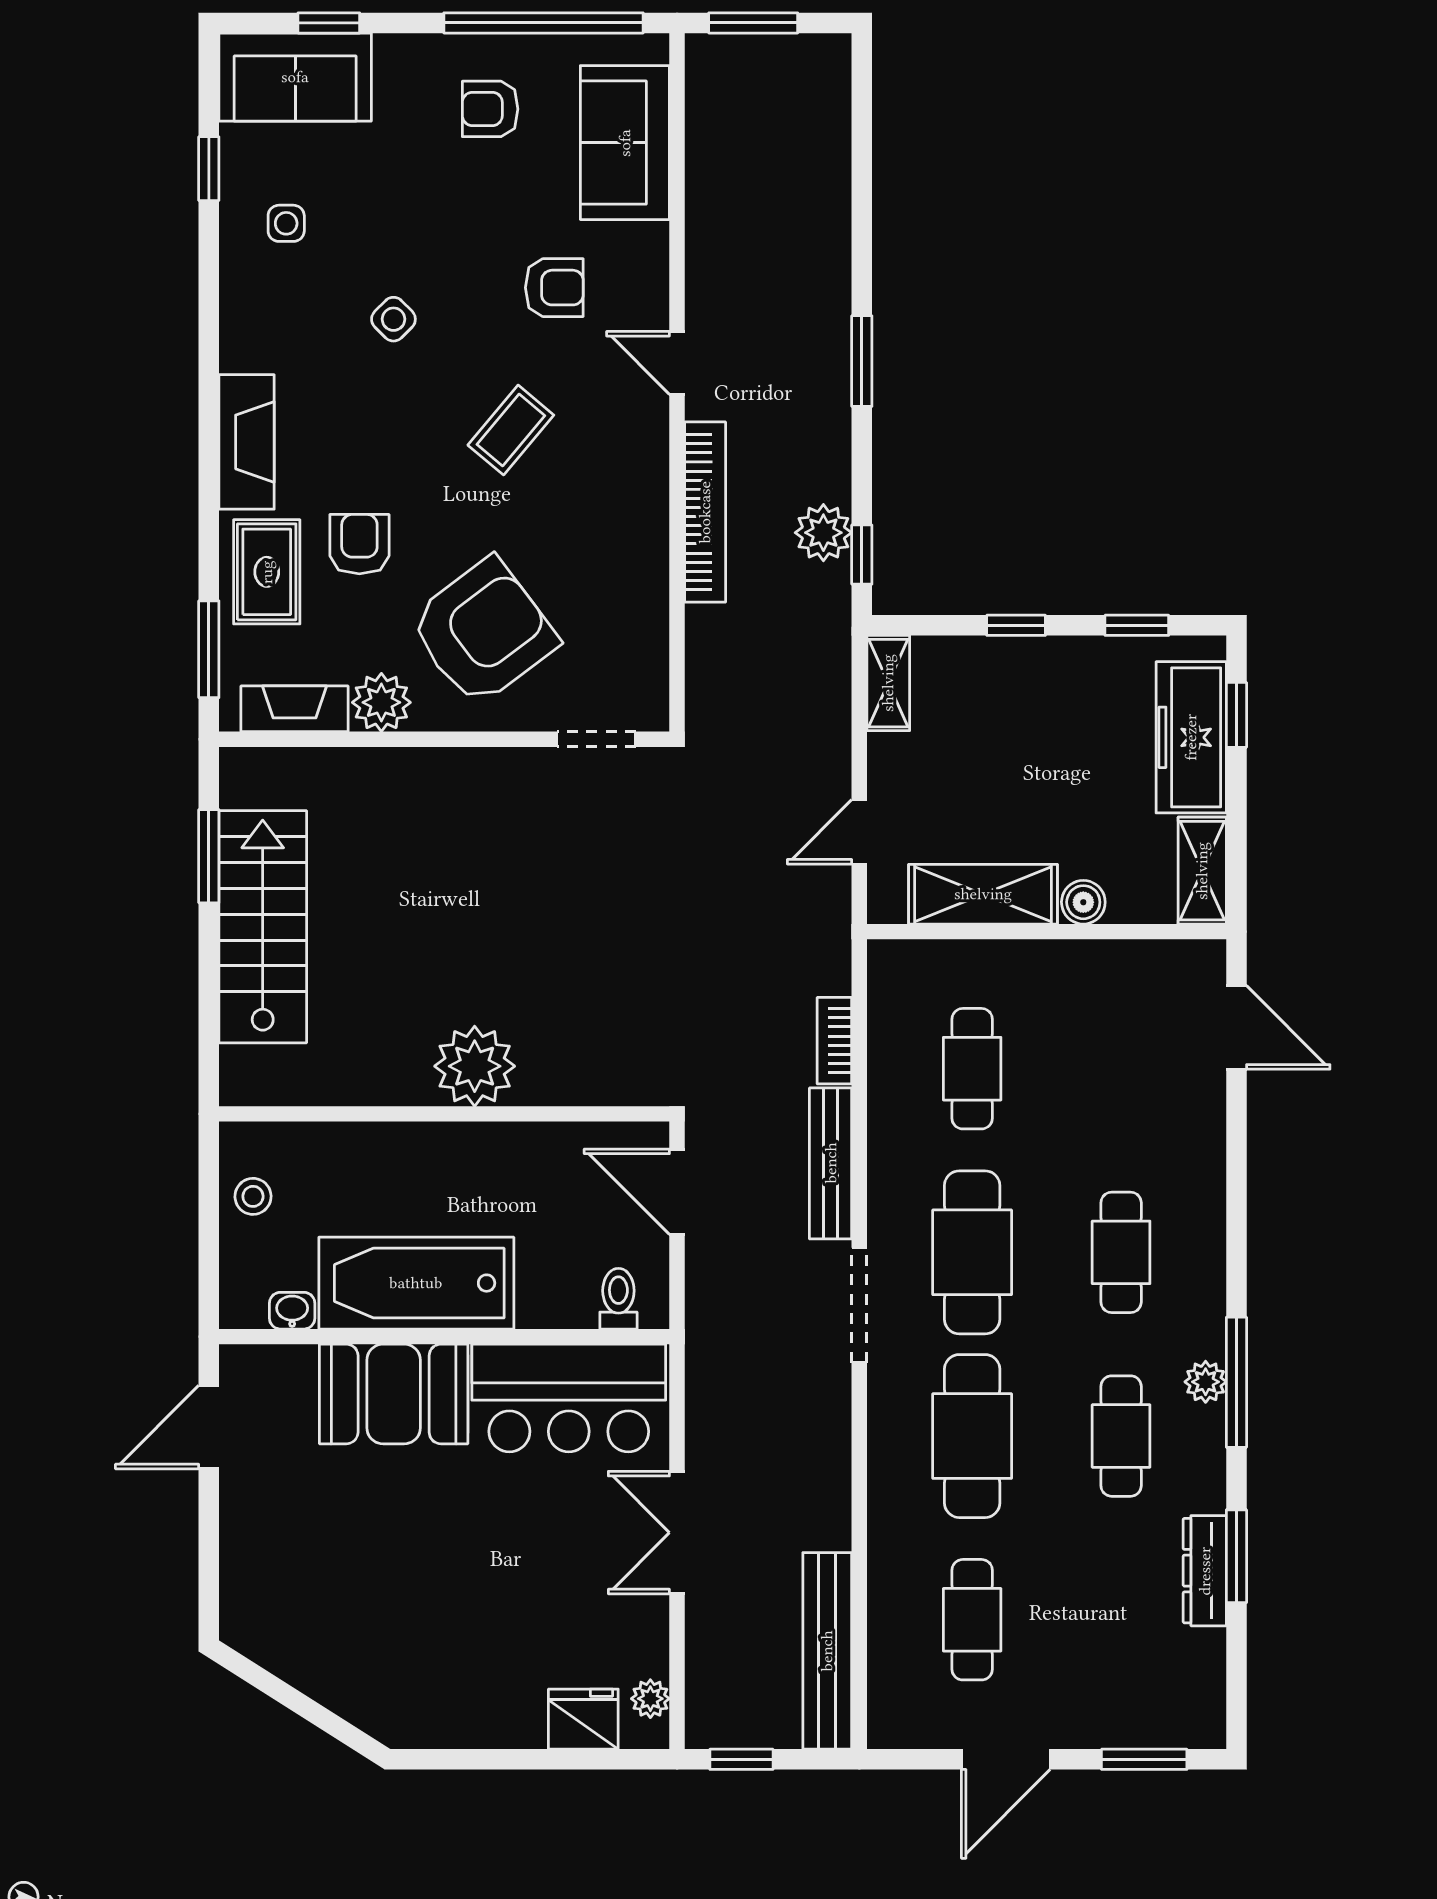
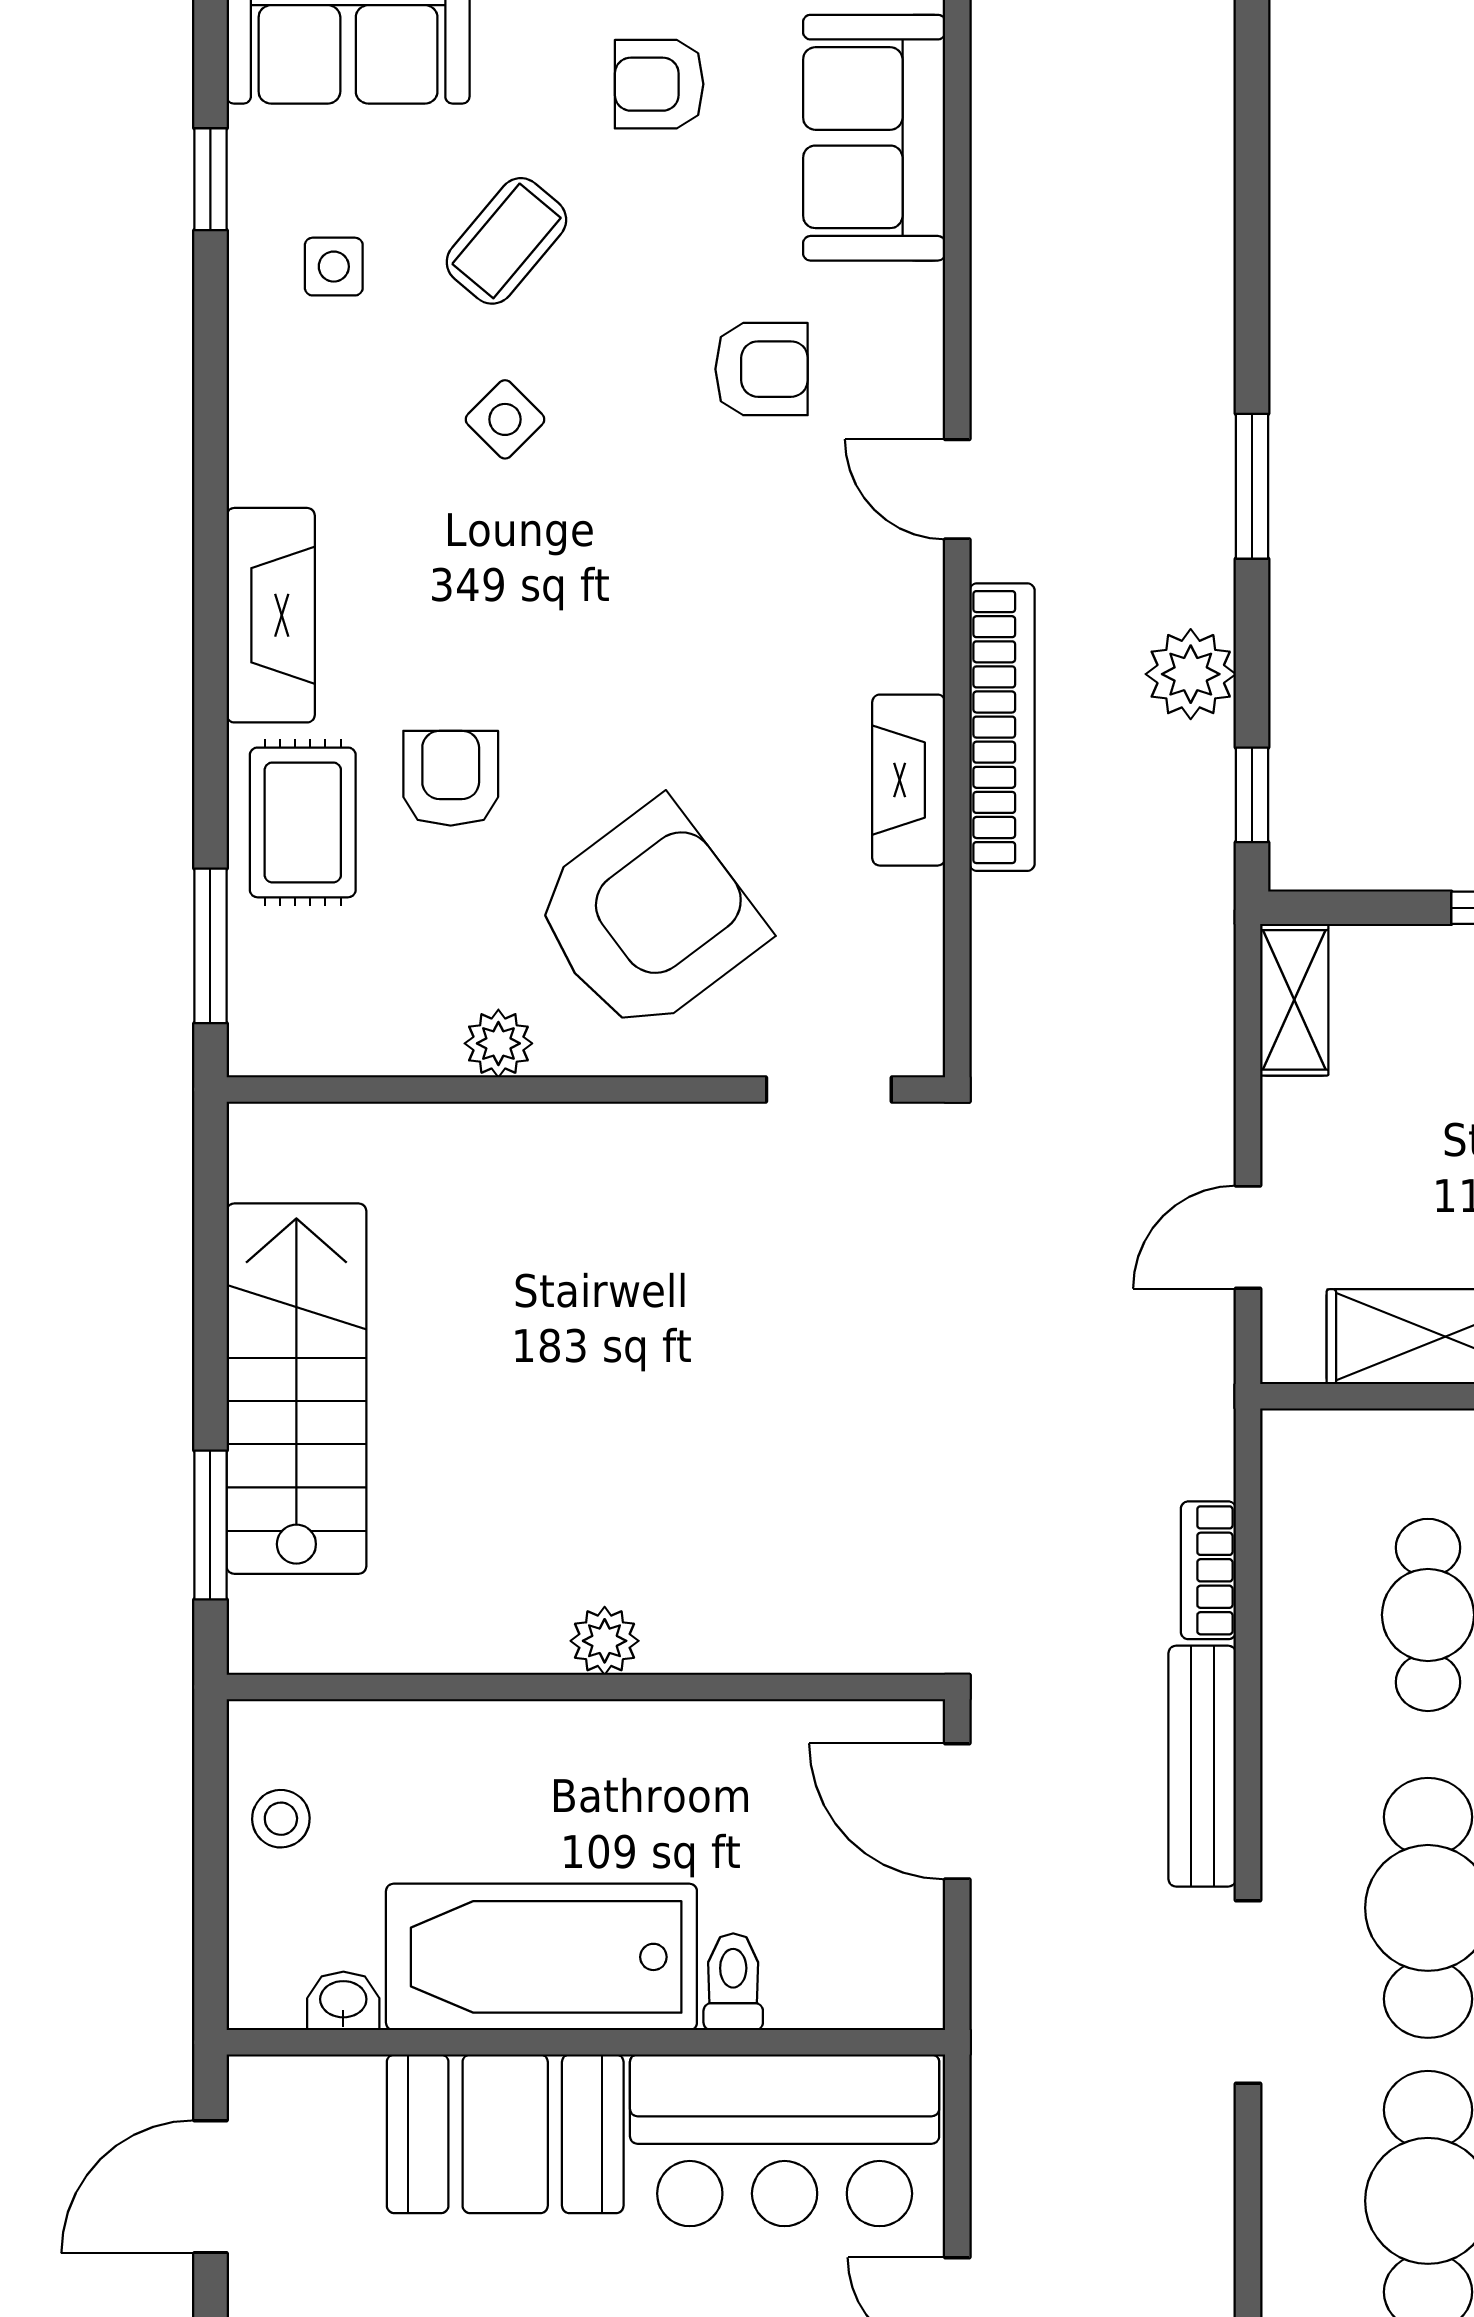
coffee table: (511, 430) -> (506, 241), moved
plant: (823, 533) -> (1191, 674), moved
plant: (381, 702) -> (498, 1043), width x0.73, depth x0.73
fireplace: (295, 709) -> (909, 780), moved, turned -90
window: (209, 856) -> (210, 1525), moved
plant: (475, 1066) -> (605, 1641), width x0.53, depth x0.53
toilet: (618, 1299) -> (733, 1982), moved

